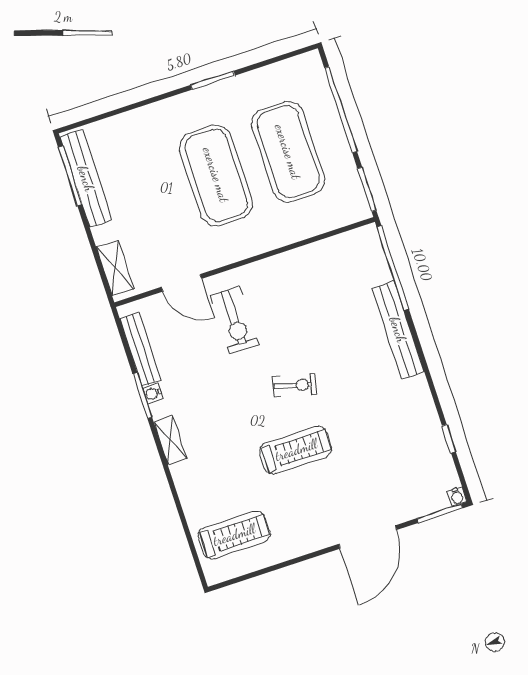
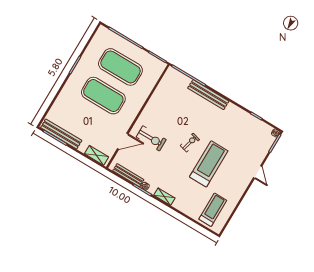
treadmill: (296, 450) -> (209, 164), width x1.37, depth x1.38
door: (368, 537) -> (258, 172), width x0.53

